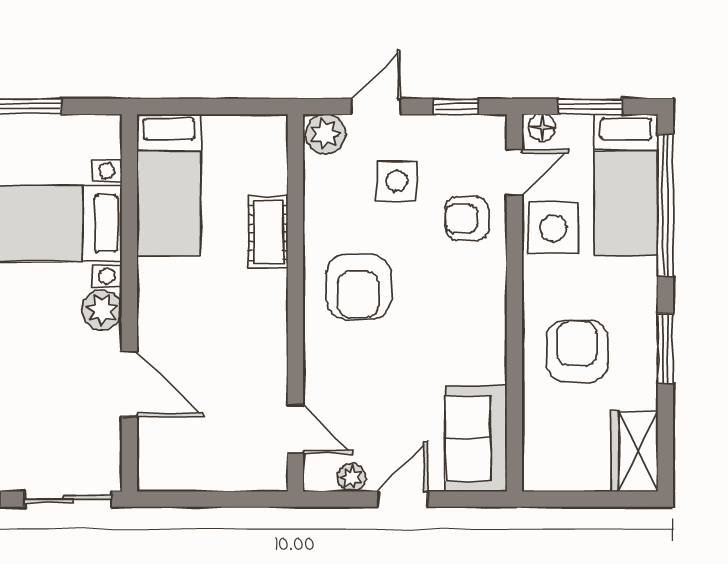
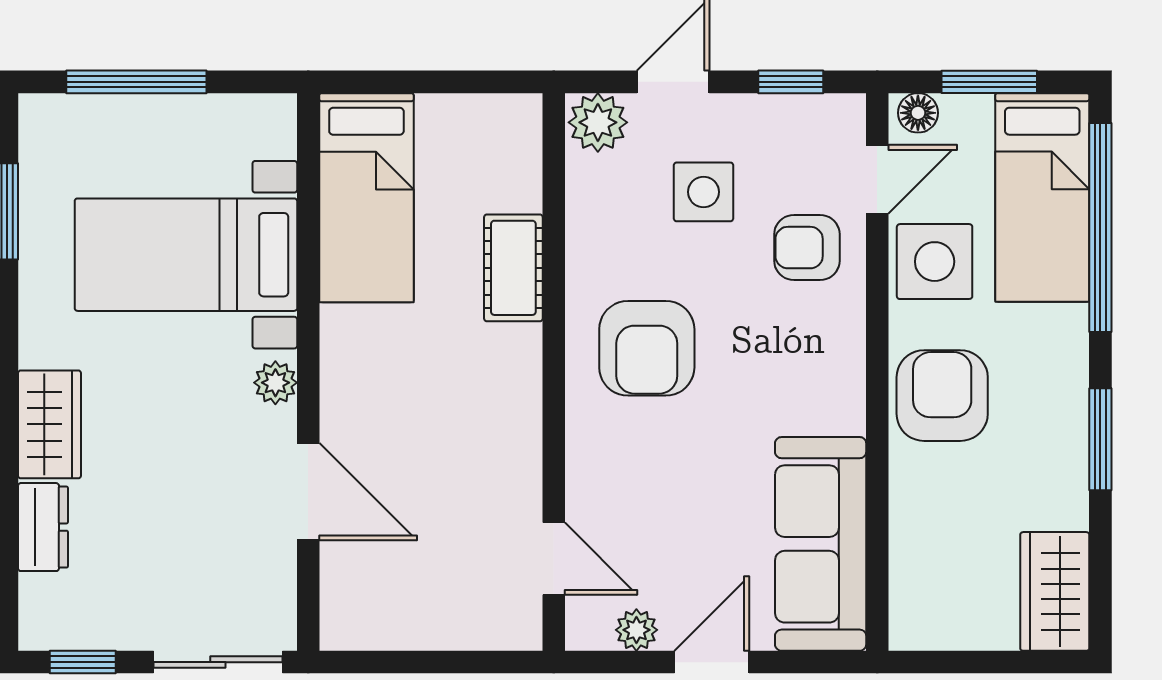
plant: (102, 310) -> (275, 383), width x0.73, depth x0.73
armchair: (577, 351) -> (942, 396), moved
sofa: (476, 438) -> (821, 544), width x1.36

